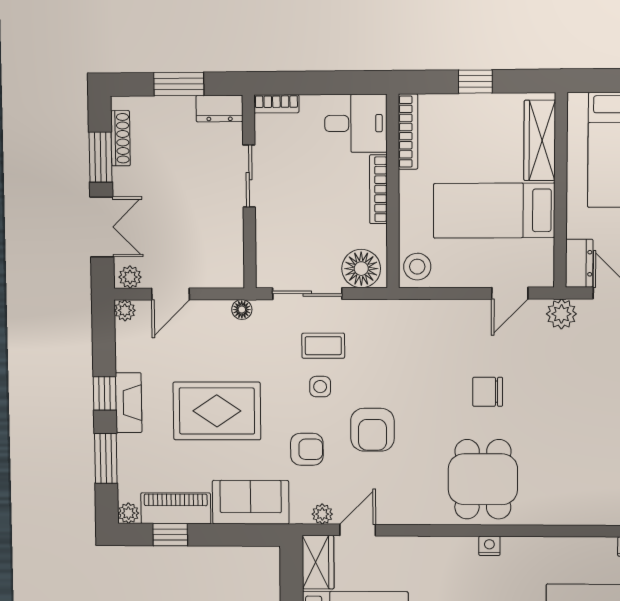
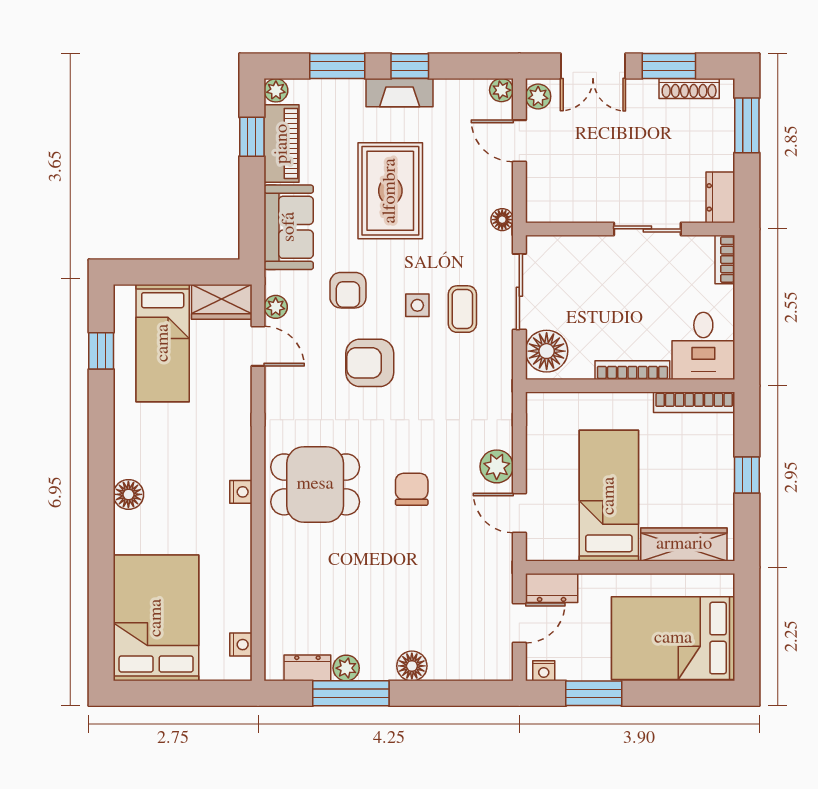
window: (179, 84) -> (747, 125), moved
stool: (417, 267) -> (549, 412), removed
plant: (561, 314) -> (497, 466), moved

